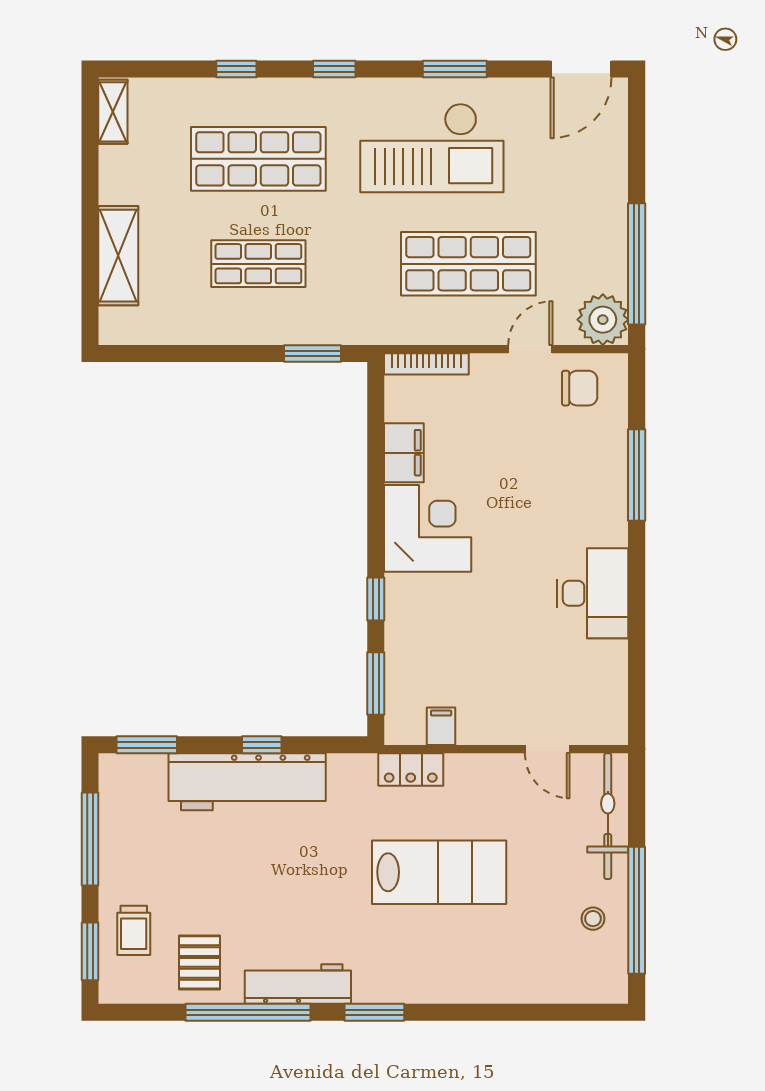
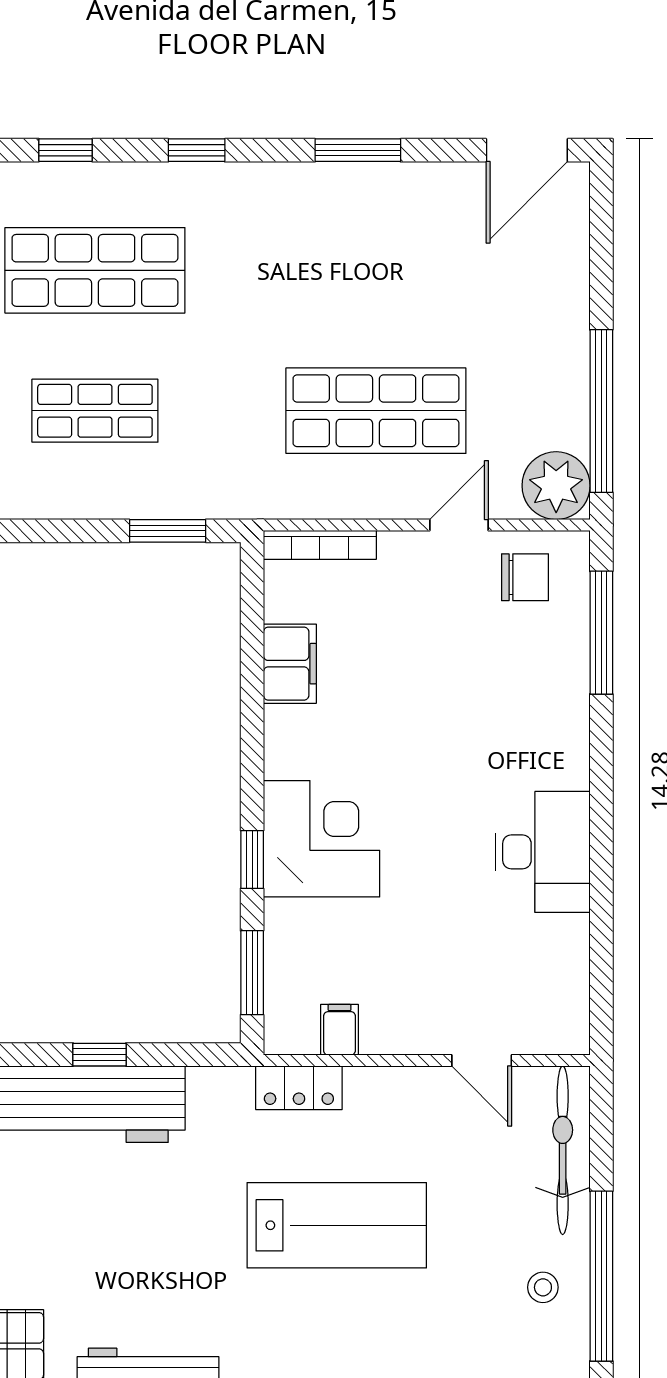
checkout: (432, 148) -> (327, 256), removed
window: (637, 475) -> (601, 633), moved
corner desk: (428, 528) -> (322, 839), moved

